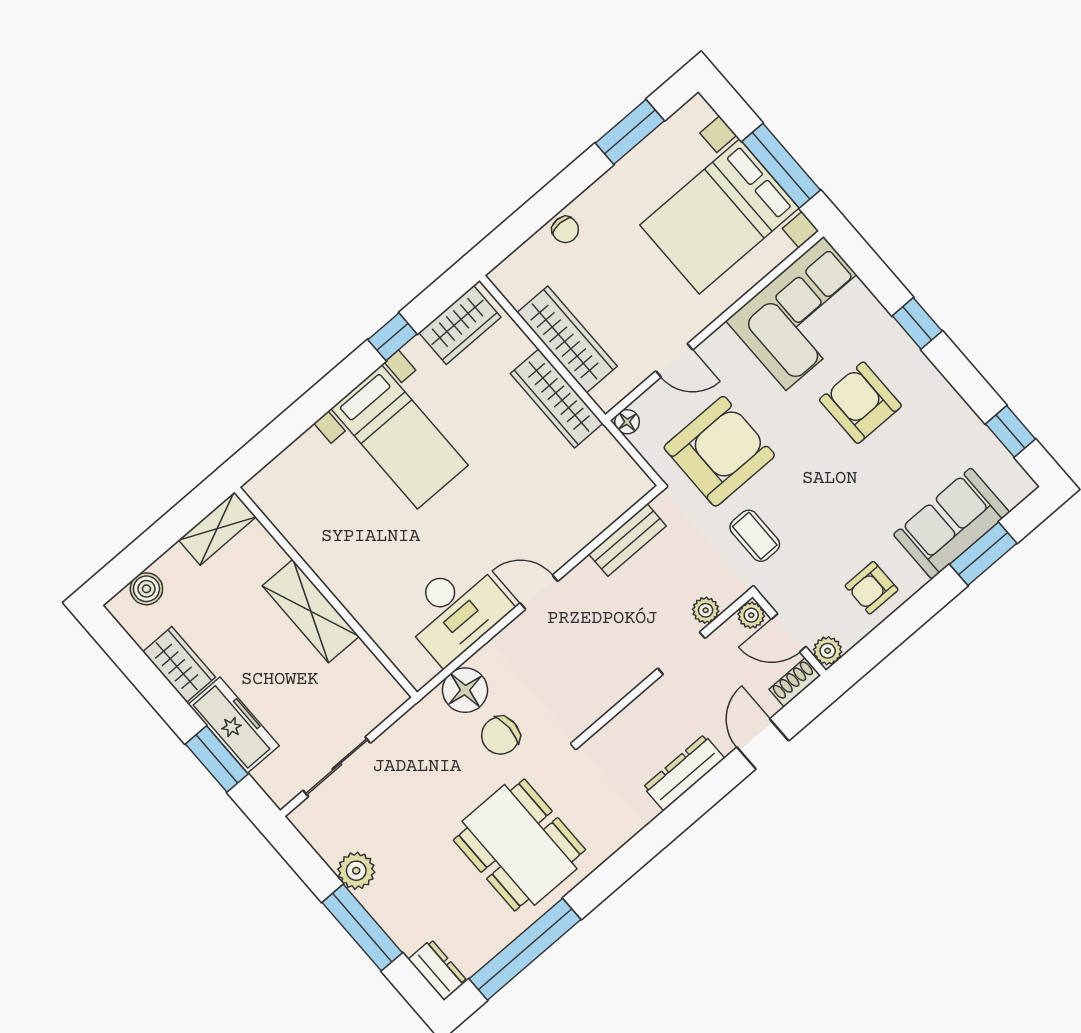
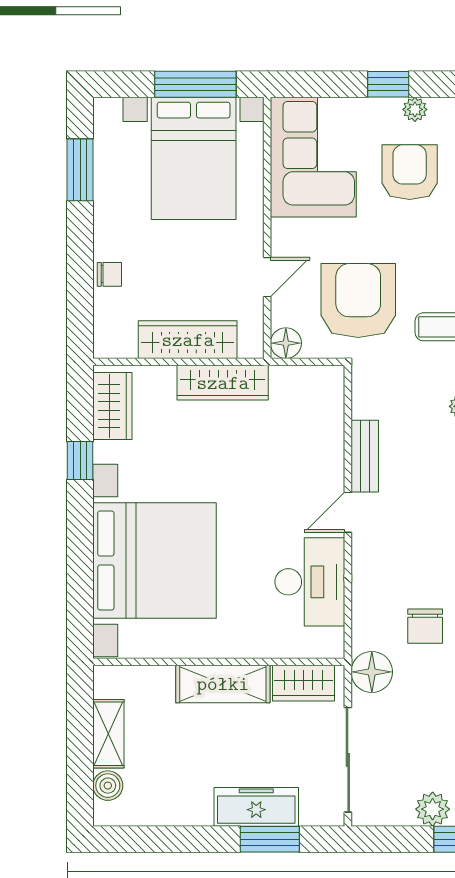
plant: (915, 363) -> (415, 109), added
armchair: (860, 403) -> (410, 172), turned 90
floor lamp: (627, 422) -> (286, 343), width x1.37, depth x1.37
bed with nightstands: (399, 437) -> (154, 560), width x1.85
shelving: (217, 528) -> (108, 734), moved
bench: (627, 540) -> (365, 456), moved
wardrobe: (179, 664) -> (304, 683), moved, turned 180
floor lamp: (465, 690) -> (372, 672), moved
sliding door: (337, 767) -> (348, 760), width x1.37

